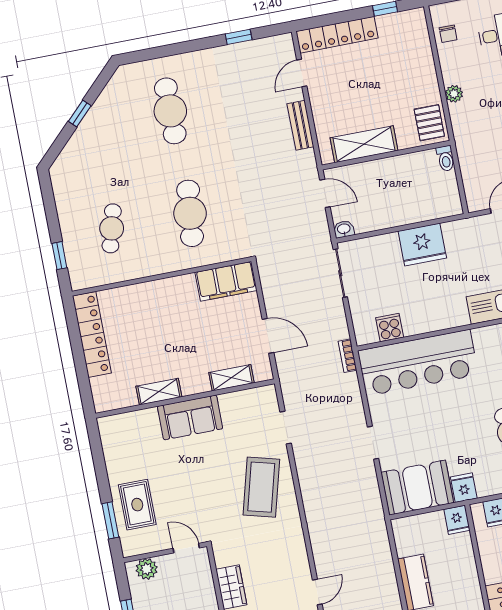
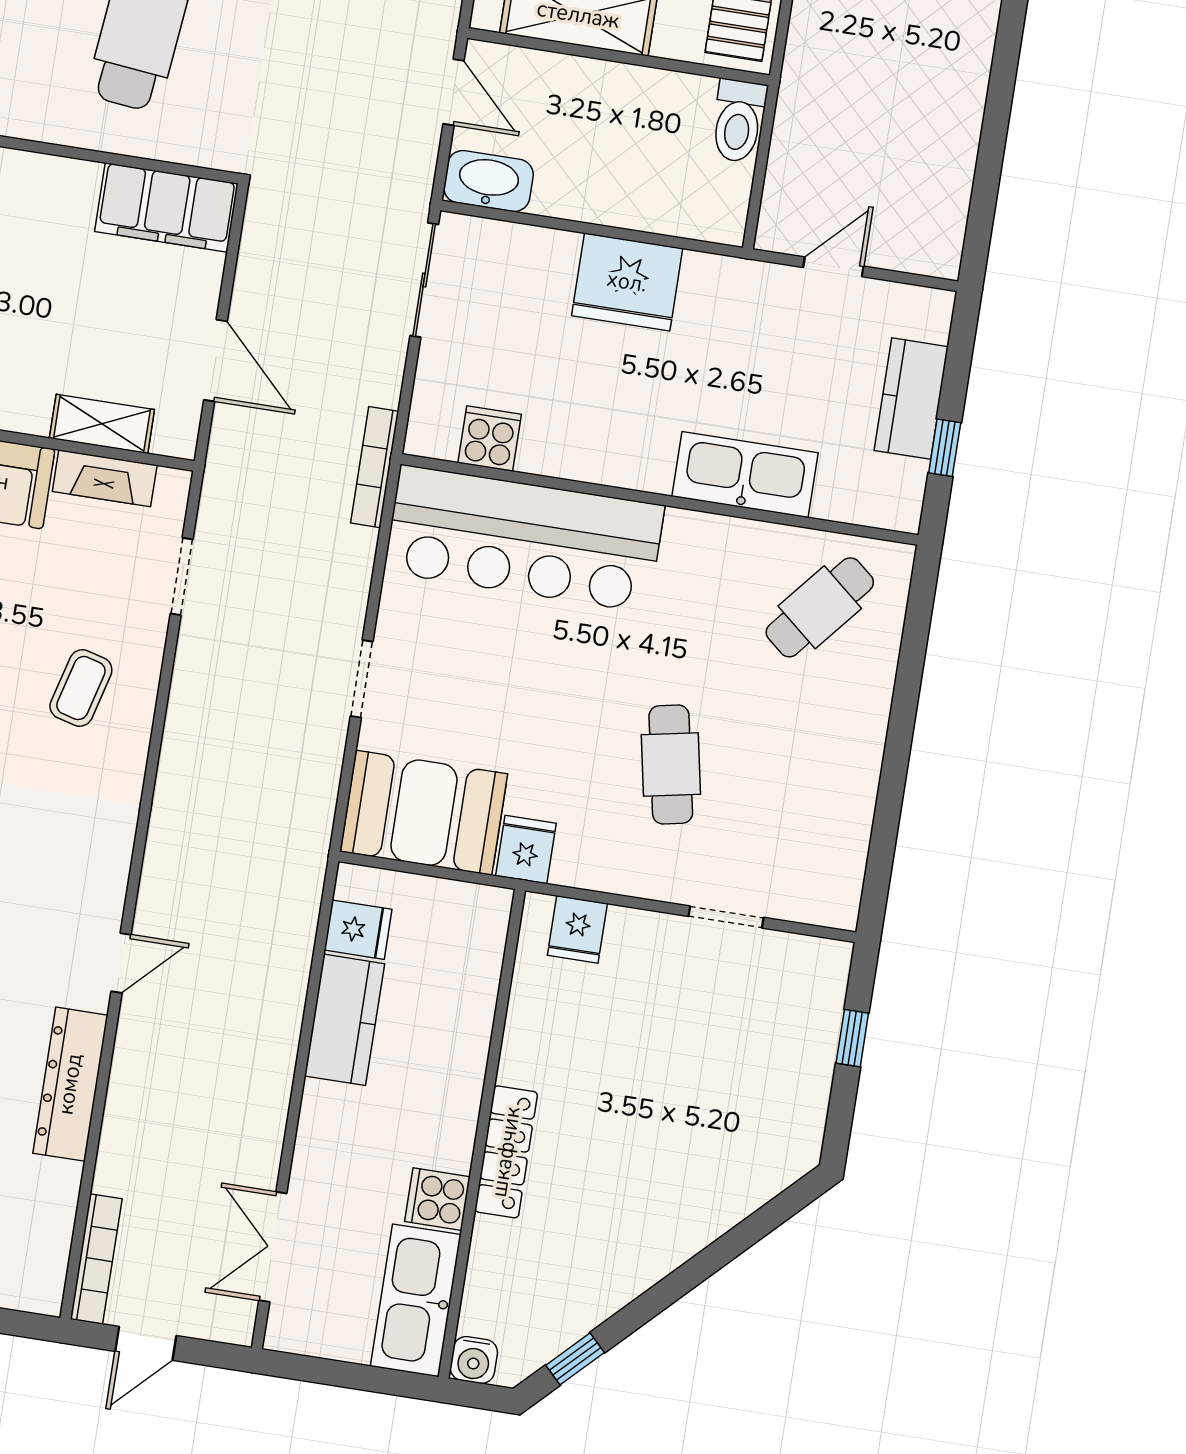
toilet: (446, 158) -> (738, 121), width x1.37, depth x1.39
washbasin: (344, 229) -> (488, 181), width x1.91, depth x1.45
bookcase: (347, 356) -> (375, 467), width x1.56
fireplace: (240, 399) -> (105, 478), added
coffee table: (261, 487) -> (81, 688), width x0.54, depth x0.58
fridge: (457, 520) -> (358, 930), moved, turned -90

